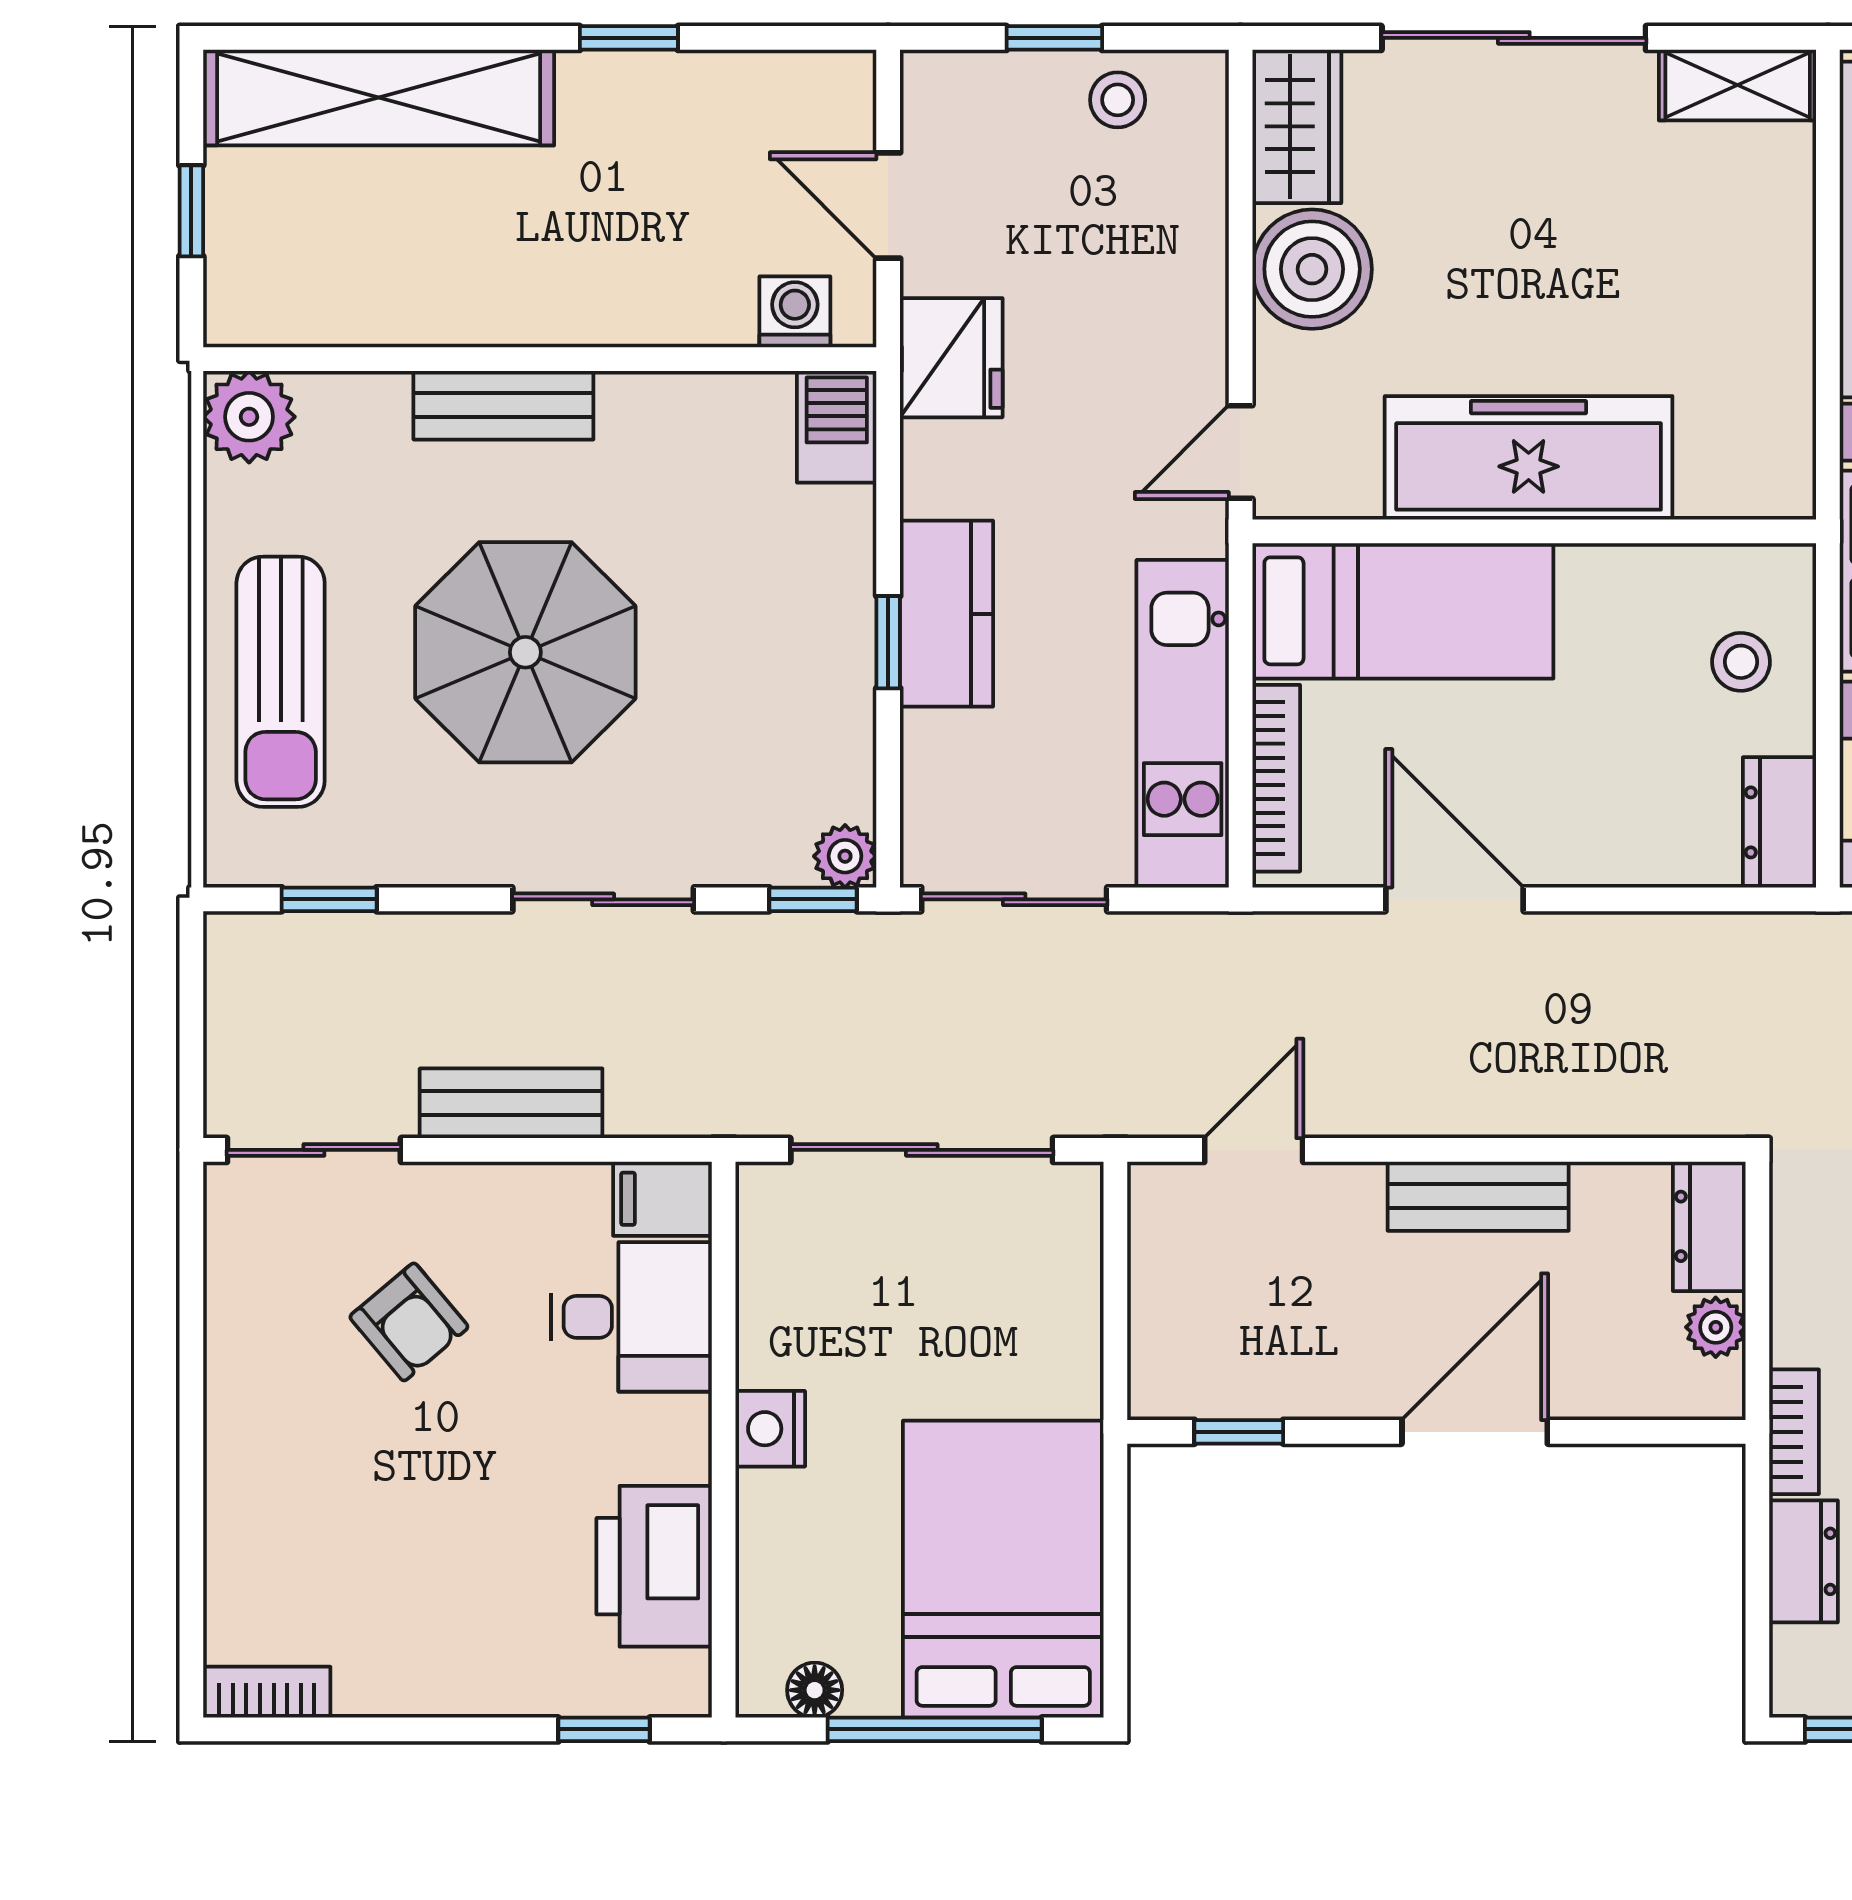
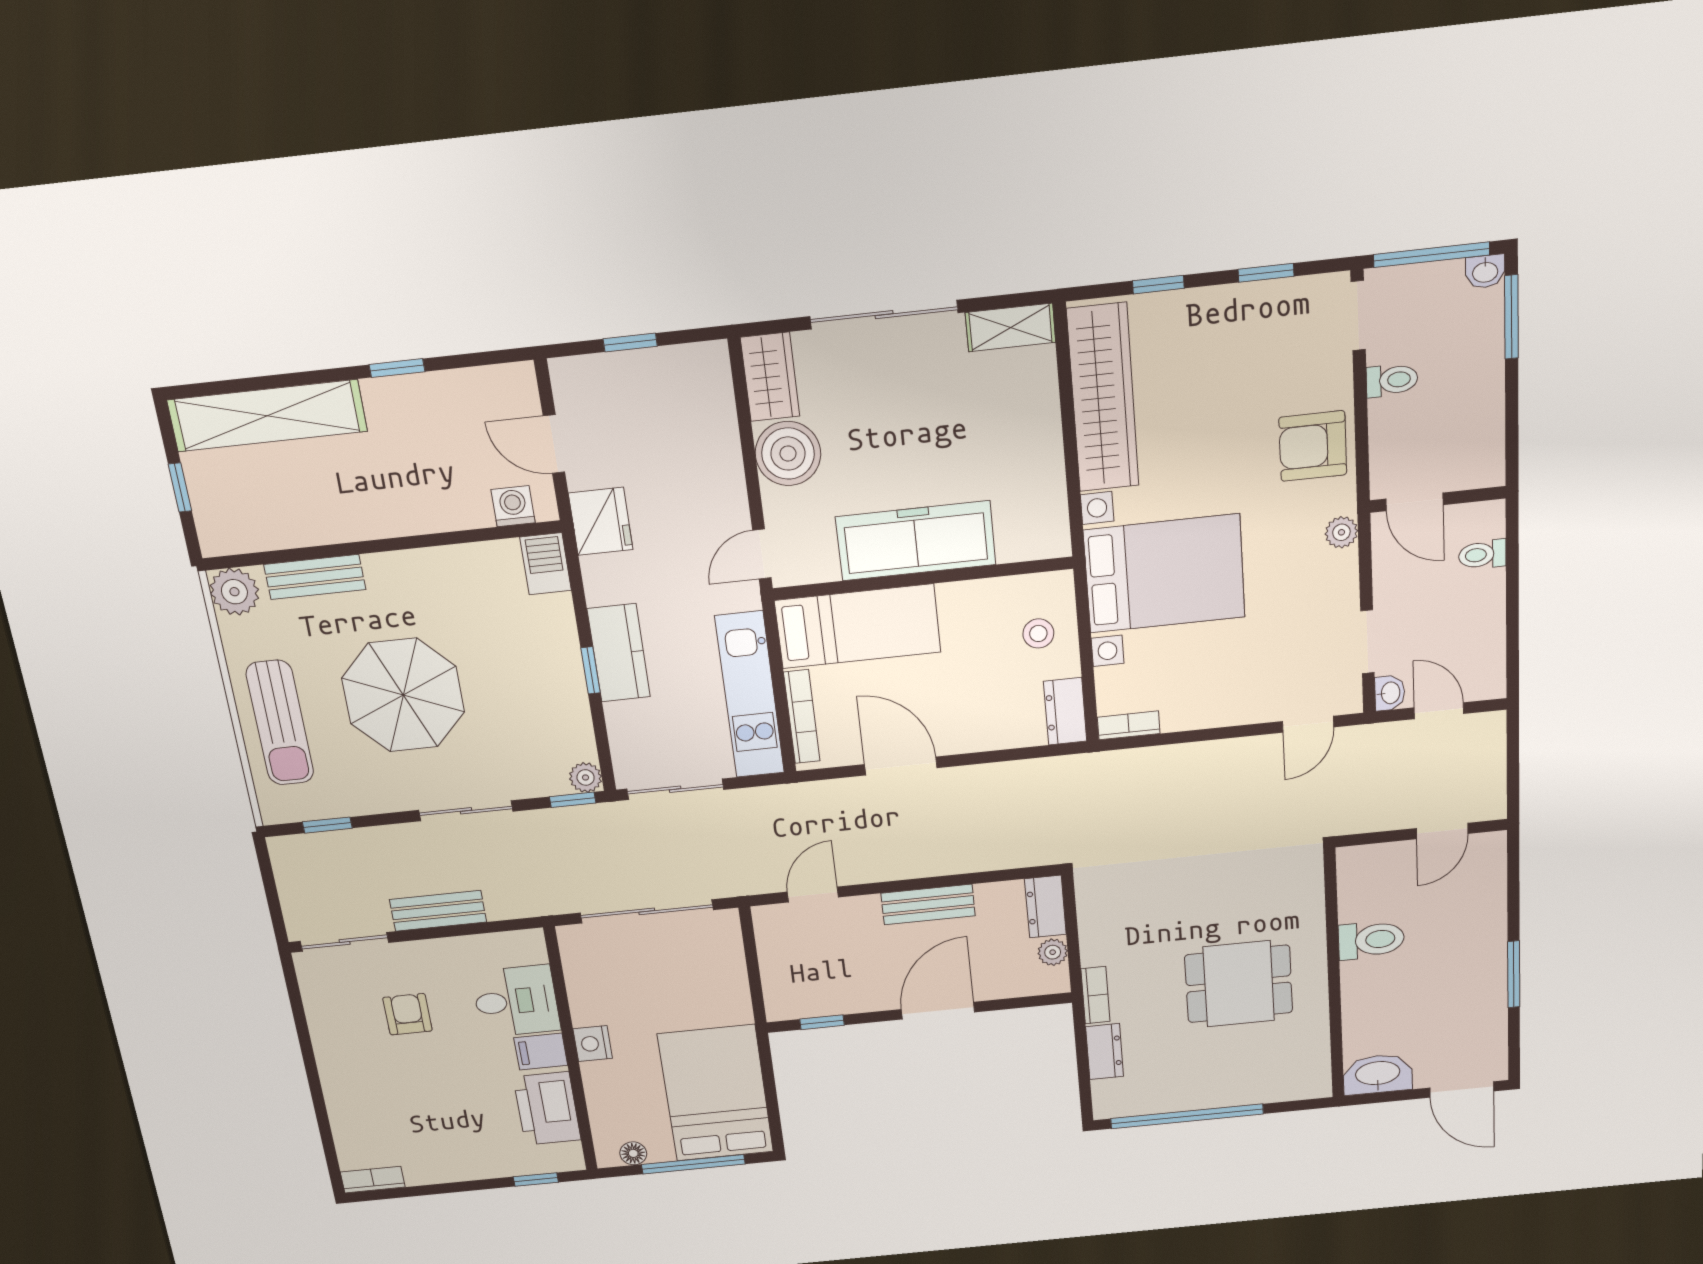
stool: (1118, 100) -> (670, 373), removed
bench: (503, 405) -> (315, 577), moved
filing cabinet: (663, 1199) -> (541, 1052), moved
armchair: (409, 1322) -> (407, 1014), turned -140

